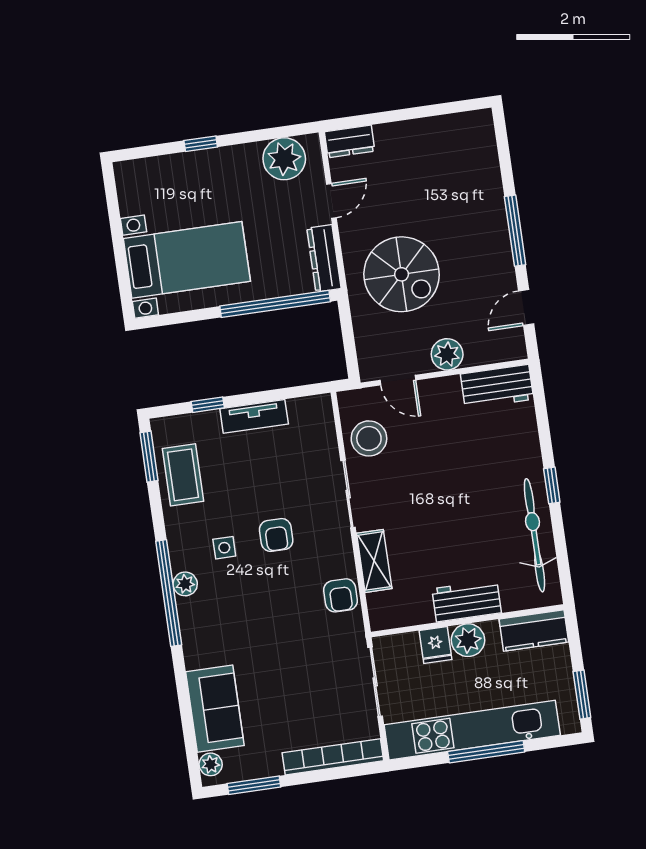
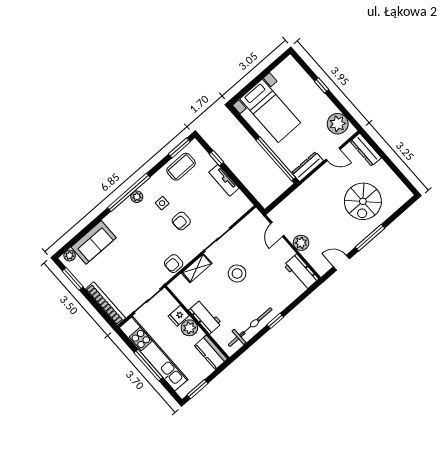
dresser: (350, 141) -> (366, 150), width x1.44
spiral stairs: (402, 274) -> (363, 201), moved
stool: (369, 438) -> (237, 273), moved

